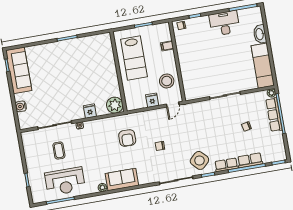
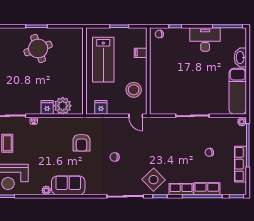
round table: (72, 58) -> (38, 48), added
fridge: (152, 100) -> (101, 107), moved
plant: (115, 105) -> (63, 106), moved
door: (173, 105) -> (136, 116), hinge flipped
row of seats: (274, 115) -> (241, 164), moved

